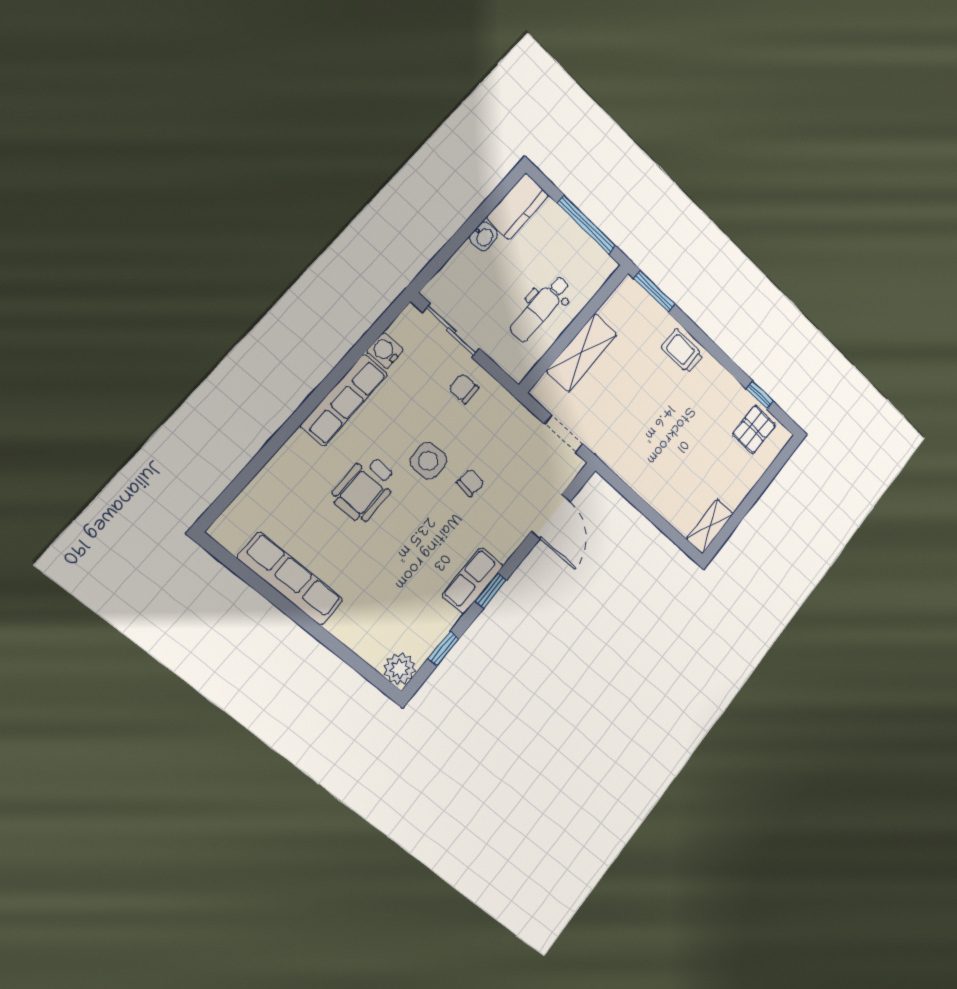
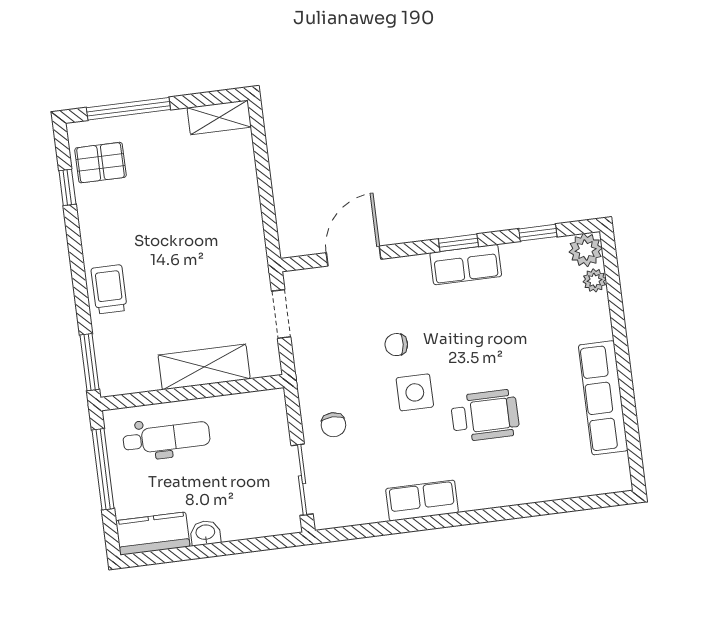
dental chair: (540, 309) -> (166, 438), moved
water cooler: (385, 351) -> (371, 509), removed
trolley: (682, 351) -> (109, 289), turned 180
row of seats: (344, 400) -> (422, 501), width x0.68
window: (766, 479) -> (128, 109), added
plant: (374, 654) -> (595, 280), added

